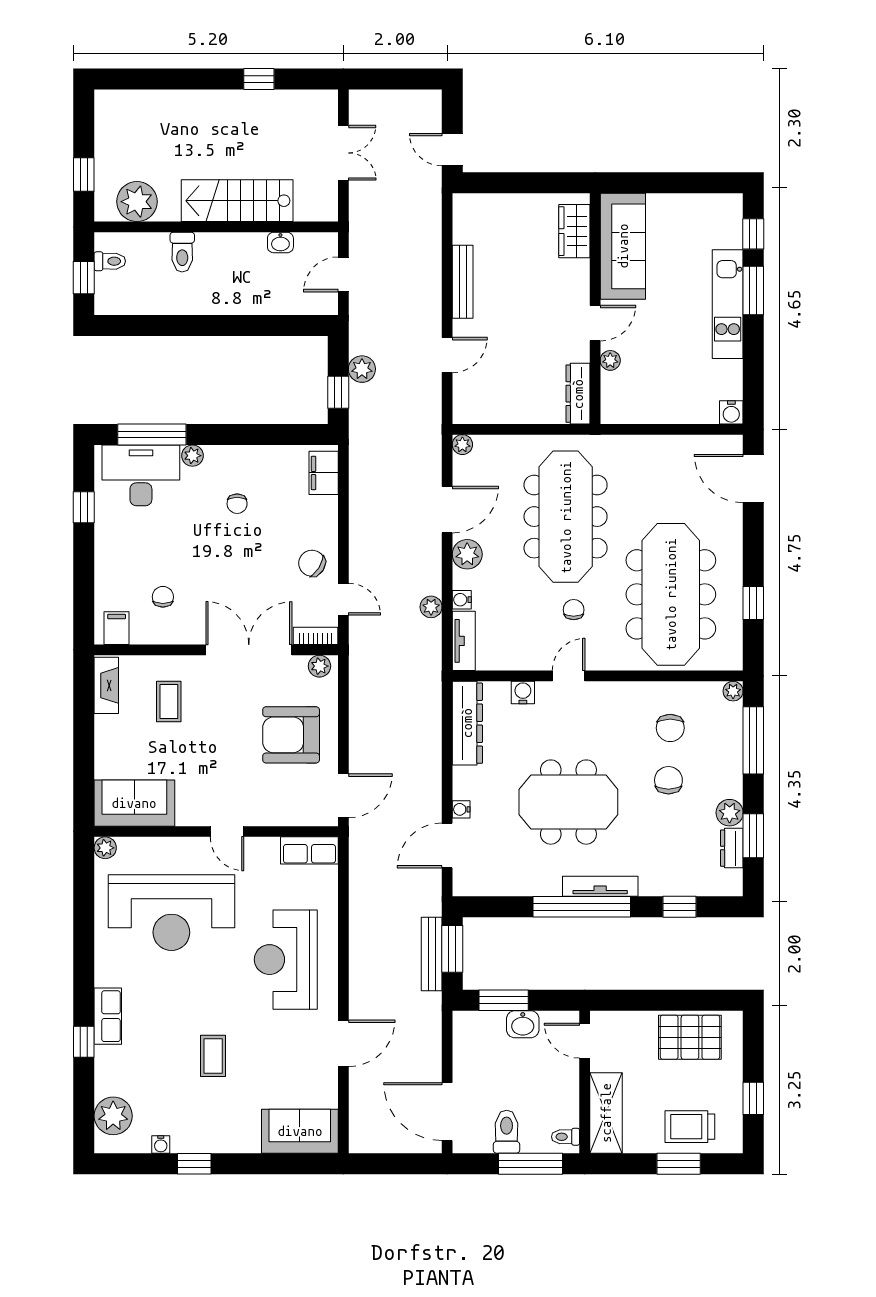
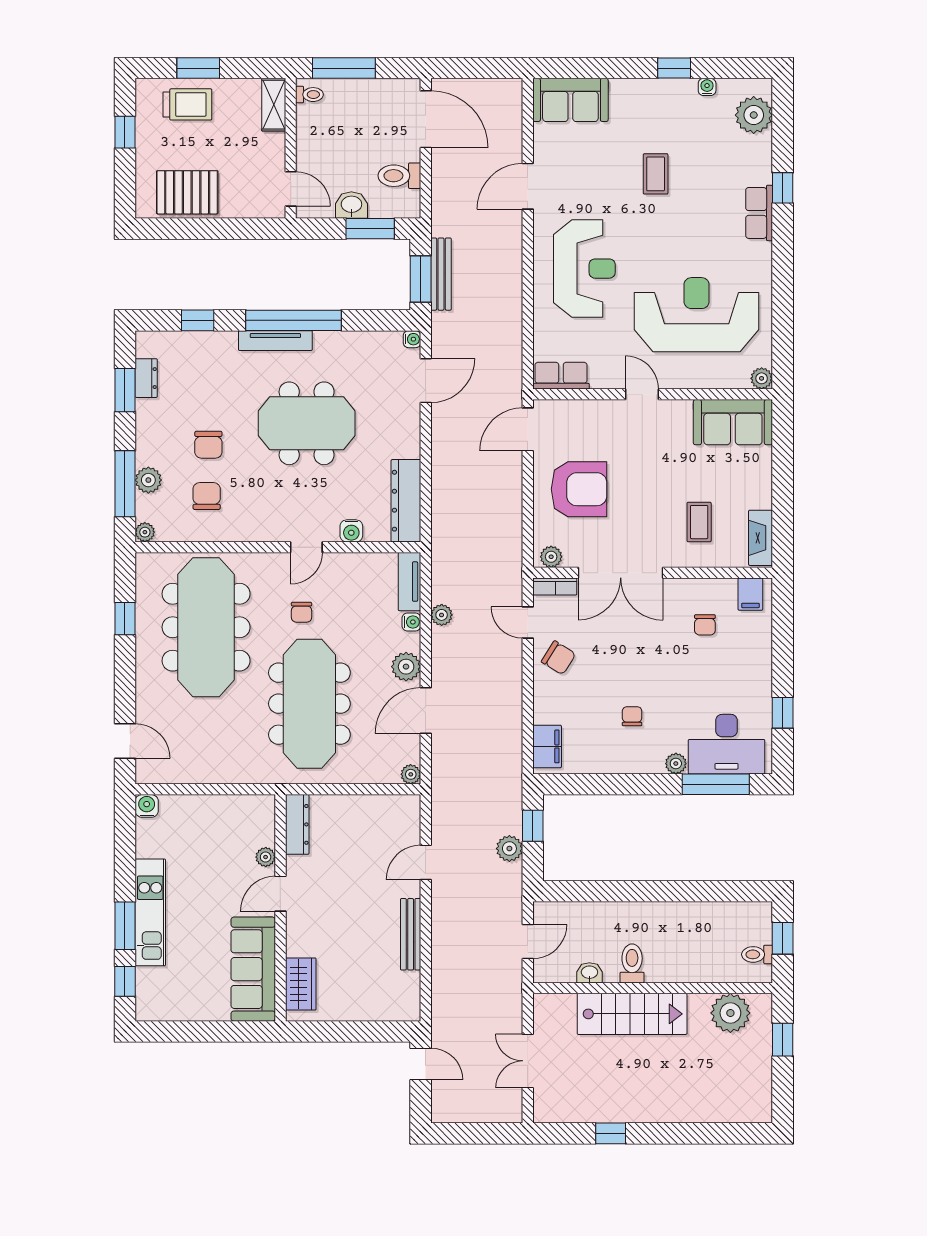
toilet: (182, 252) -> (632, 963), moved
door: (753, 479) -> (125, 741), width x0.73
water cooler: (461, 809) -> (412, 339), moved
plant: (730, 813) -> (148, 480), moved
shelving: (606, 1113) -> (274, 105), width x0.67, depth x0.75
toilet: (507, 1132) -> (399, 176), moved, turned 90

